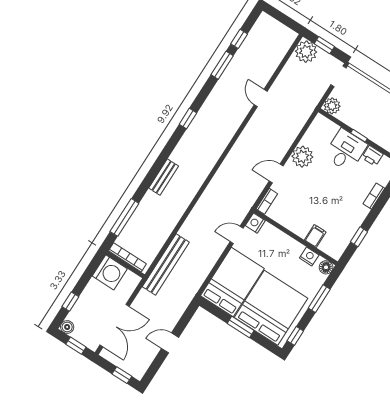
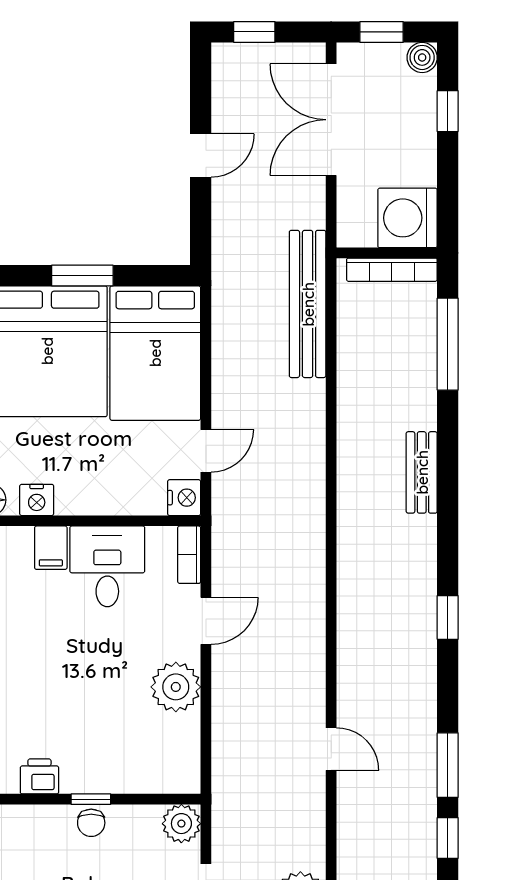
chair: (364, 127) -> (91, 823), added
desk: (346, 150) -> (107, 566), moved, turned 180

